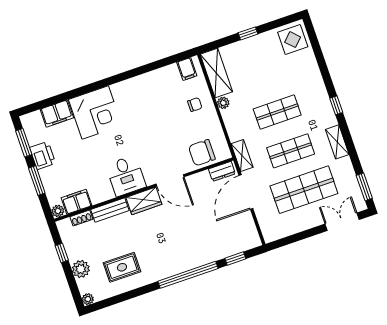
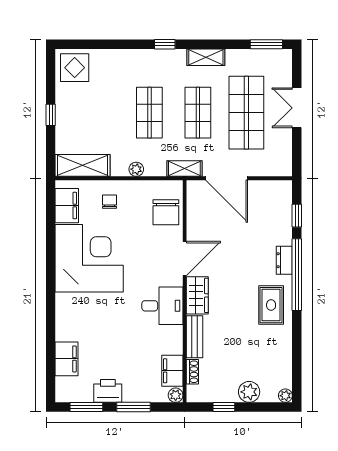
filing cabinet: (187, 69) -> (67, 206), width x2.00
plant: (223, 103) -> (136, 169), moved
corner desk: (95, 112) -> (89, 258), moved, width x1.36, depth x1.36
dresser: (222, 171) -> (284, 260), moved, turned 180
double door: (342, 222) -> (297, 108), moved
rug: (122, 267) -> (271, 305), moved

